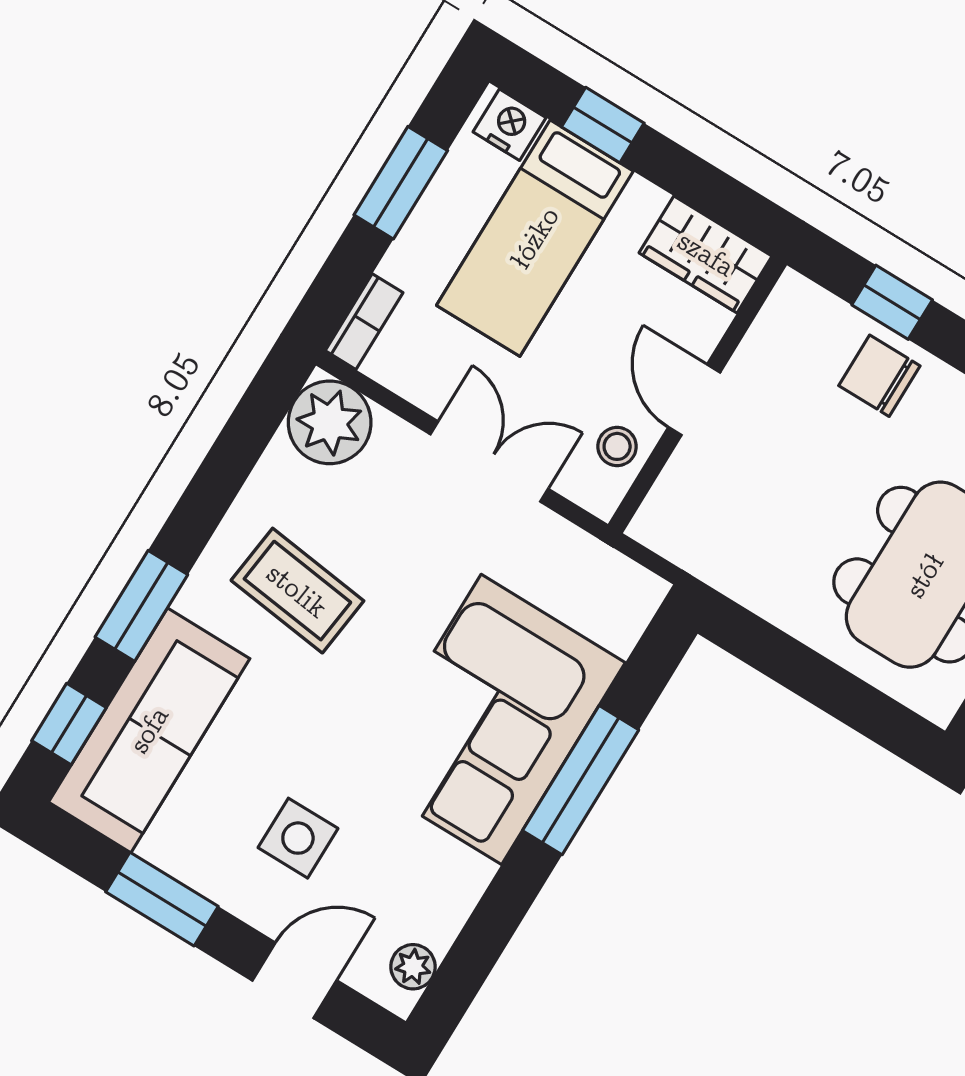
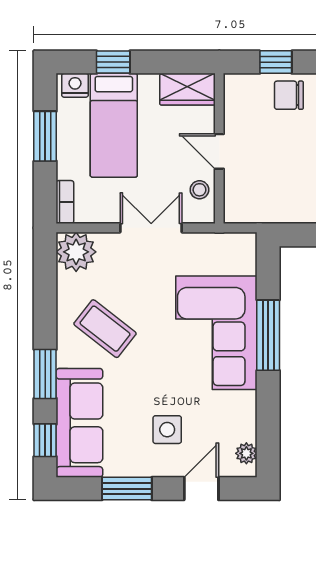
coffee table: (297, 591) -> (105, 329), turned 31

